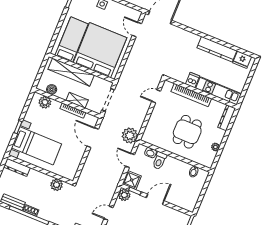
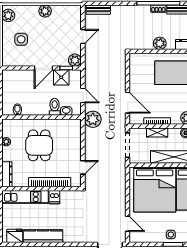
shower: (132, 180) -> (61, 77), moved
plant: (57, 185) -> (160, 43), moved

